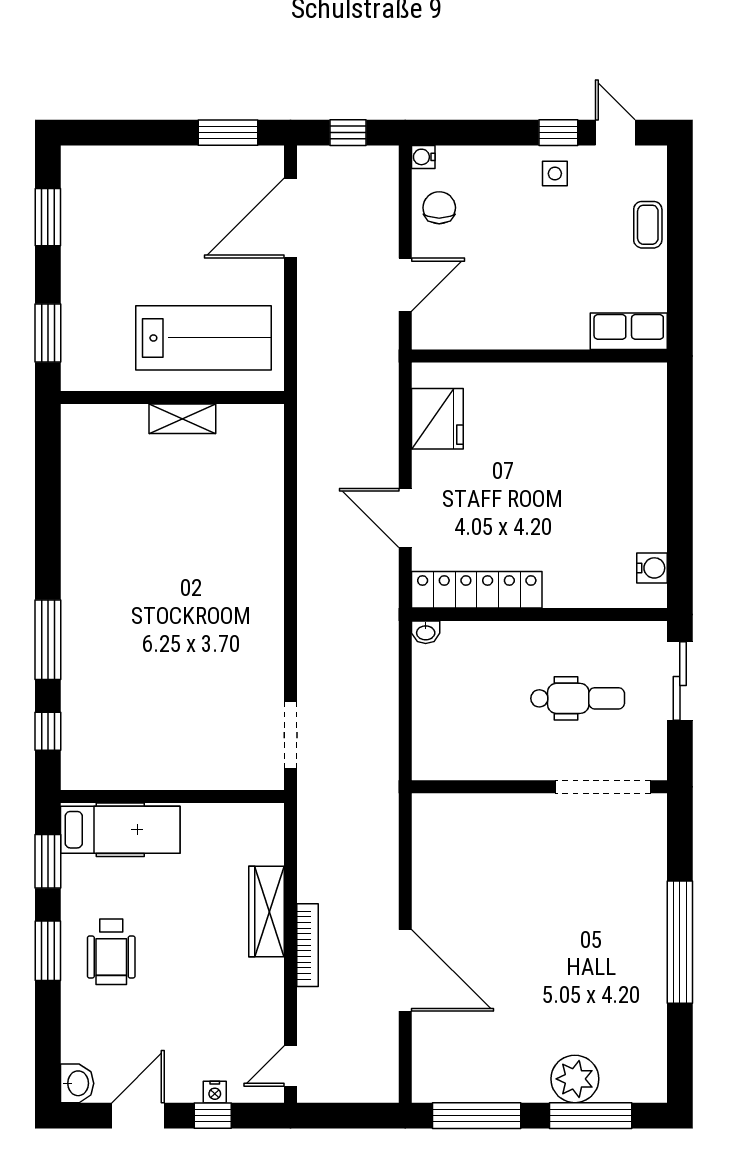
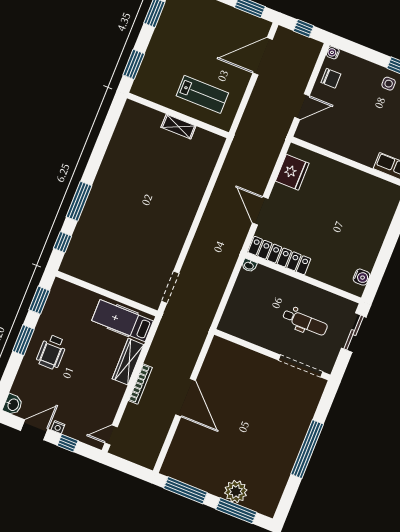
chair: (439, 208) -> (331, 78), turned 90
lab bench: (203, 338) -> (202, 94), width x0.73, depth x0.72
hospital bed: (120, 830) -> (123, 321), moved, turned 180
door: (405, 970) -> (186, 398), moved
nightstand: (215, 1092) -> (58, 427), moved

